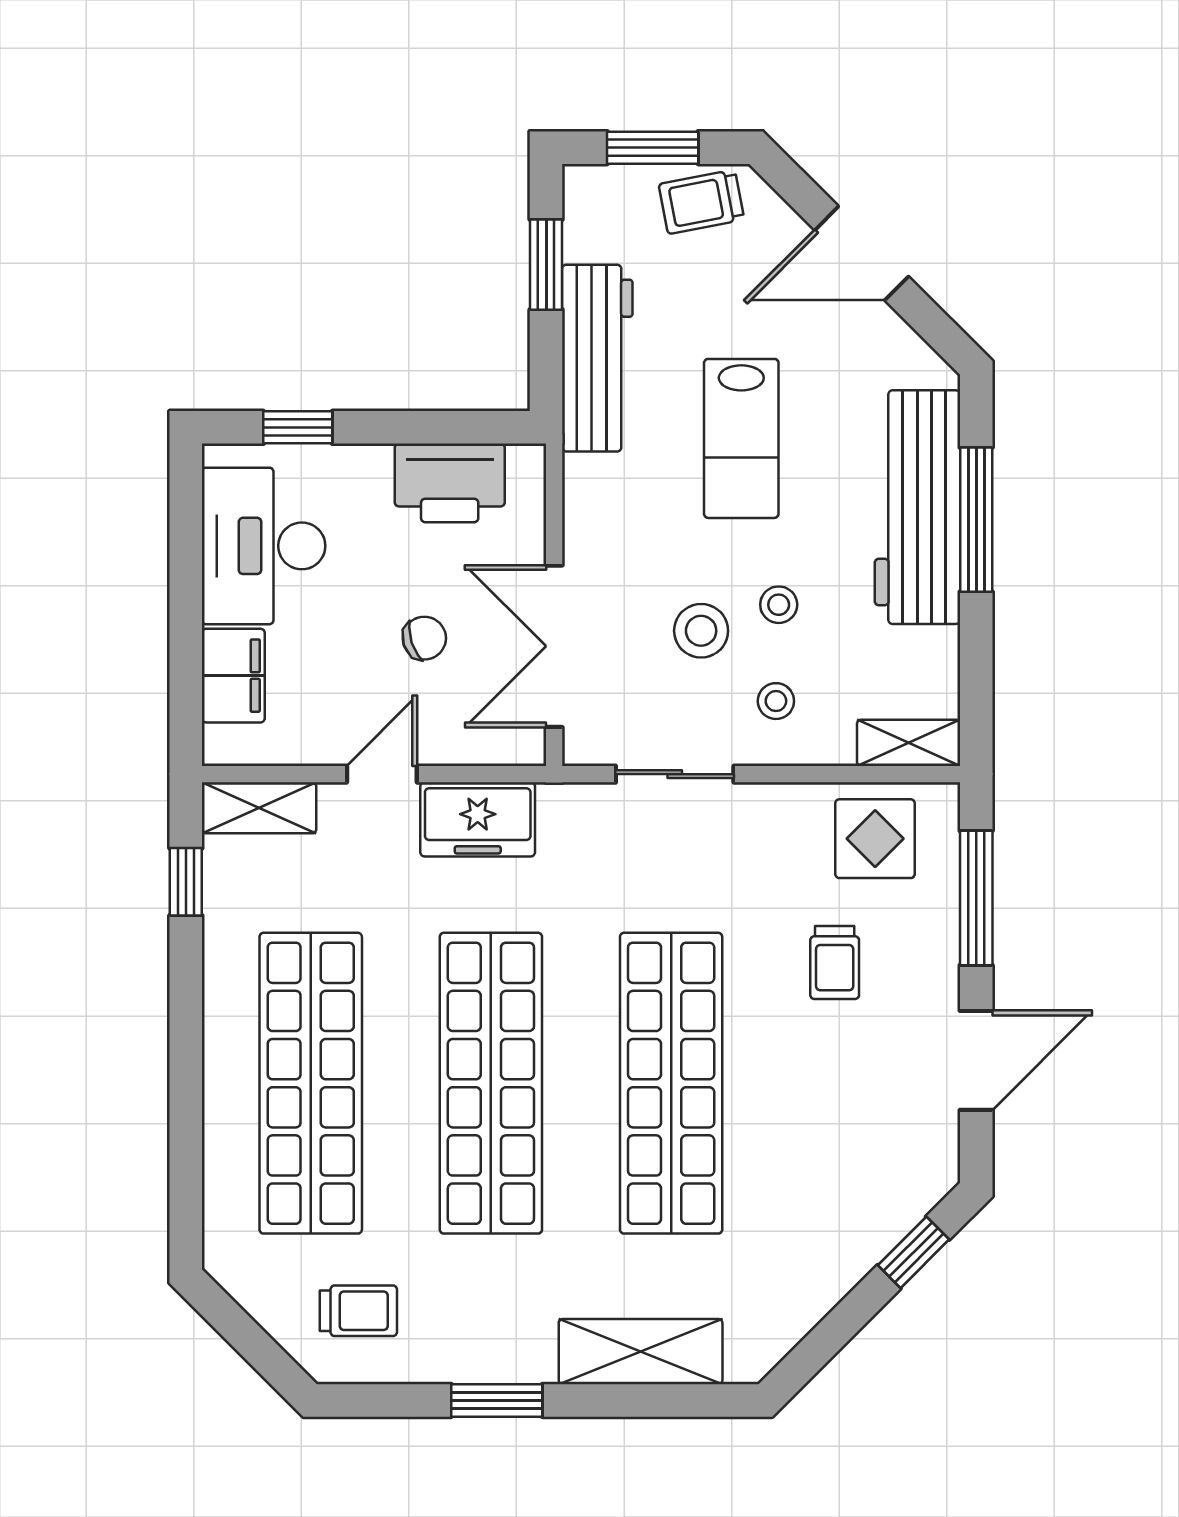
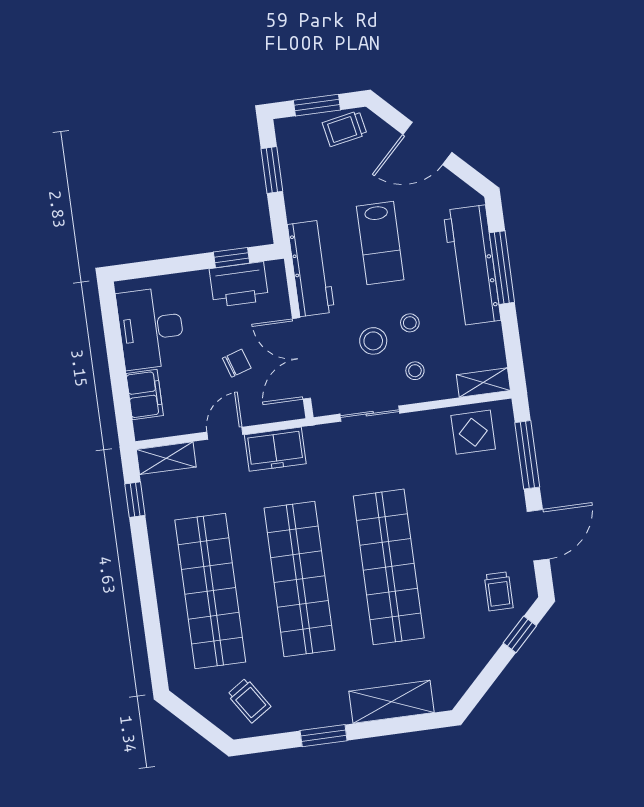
workbench: (597, 358) -> (311, 268), moved
window: (298, 427) -> (231, 258), moved
trolley: (835, 962) -> (499, 591), moved
trolley: (358, 1311) -> (249, 700), turned 57

